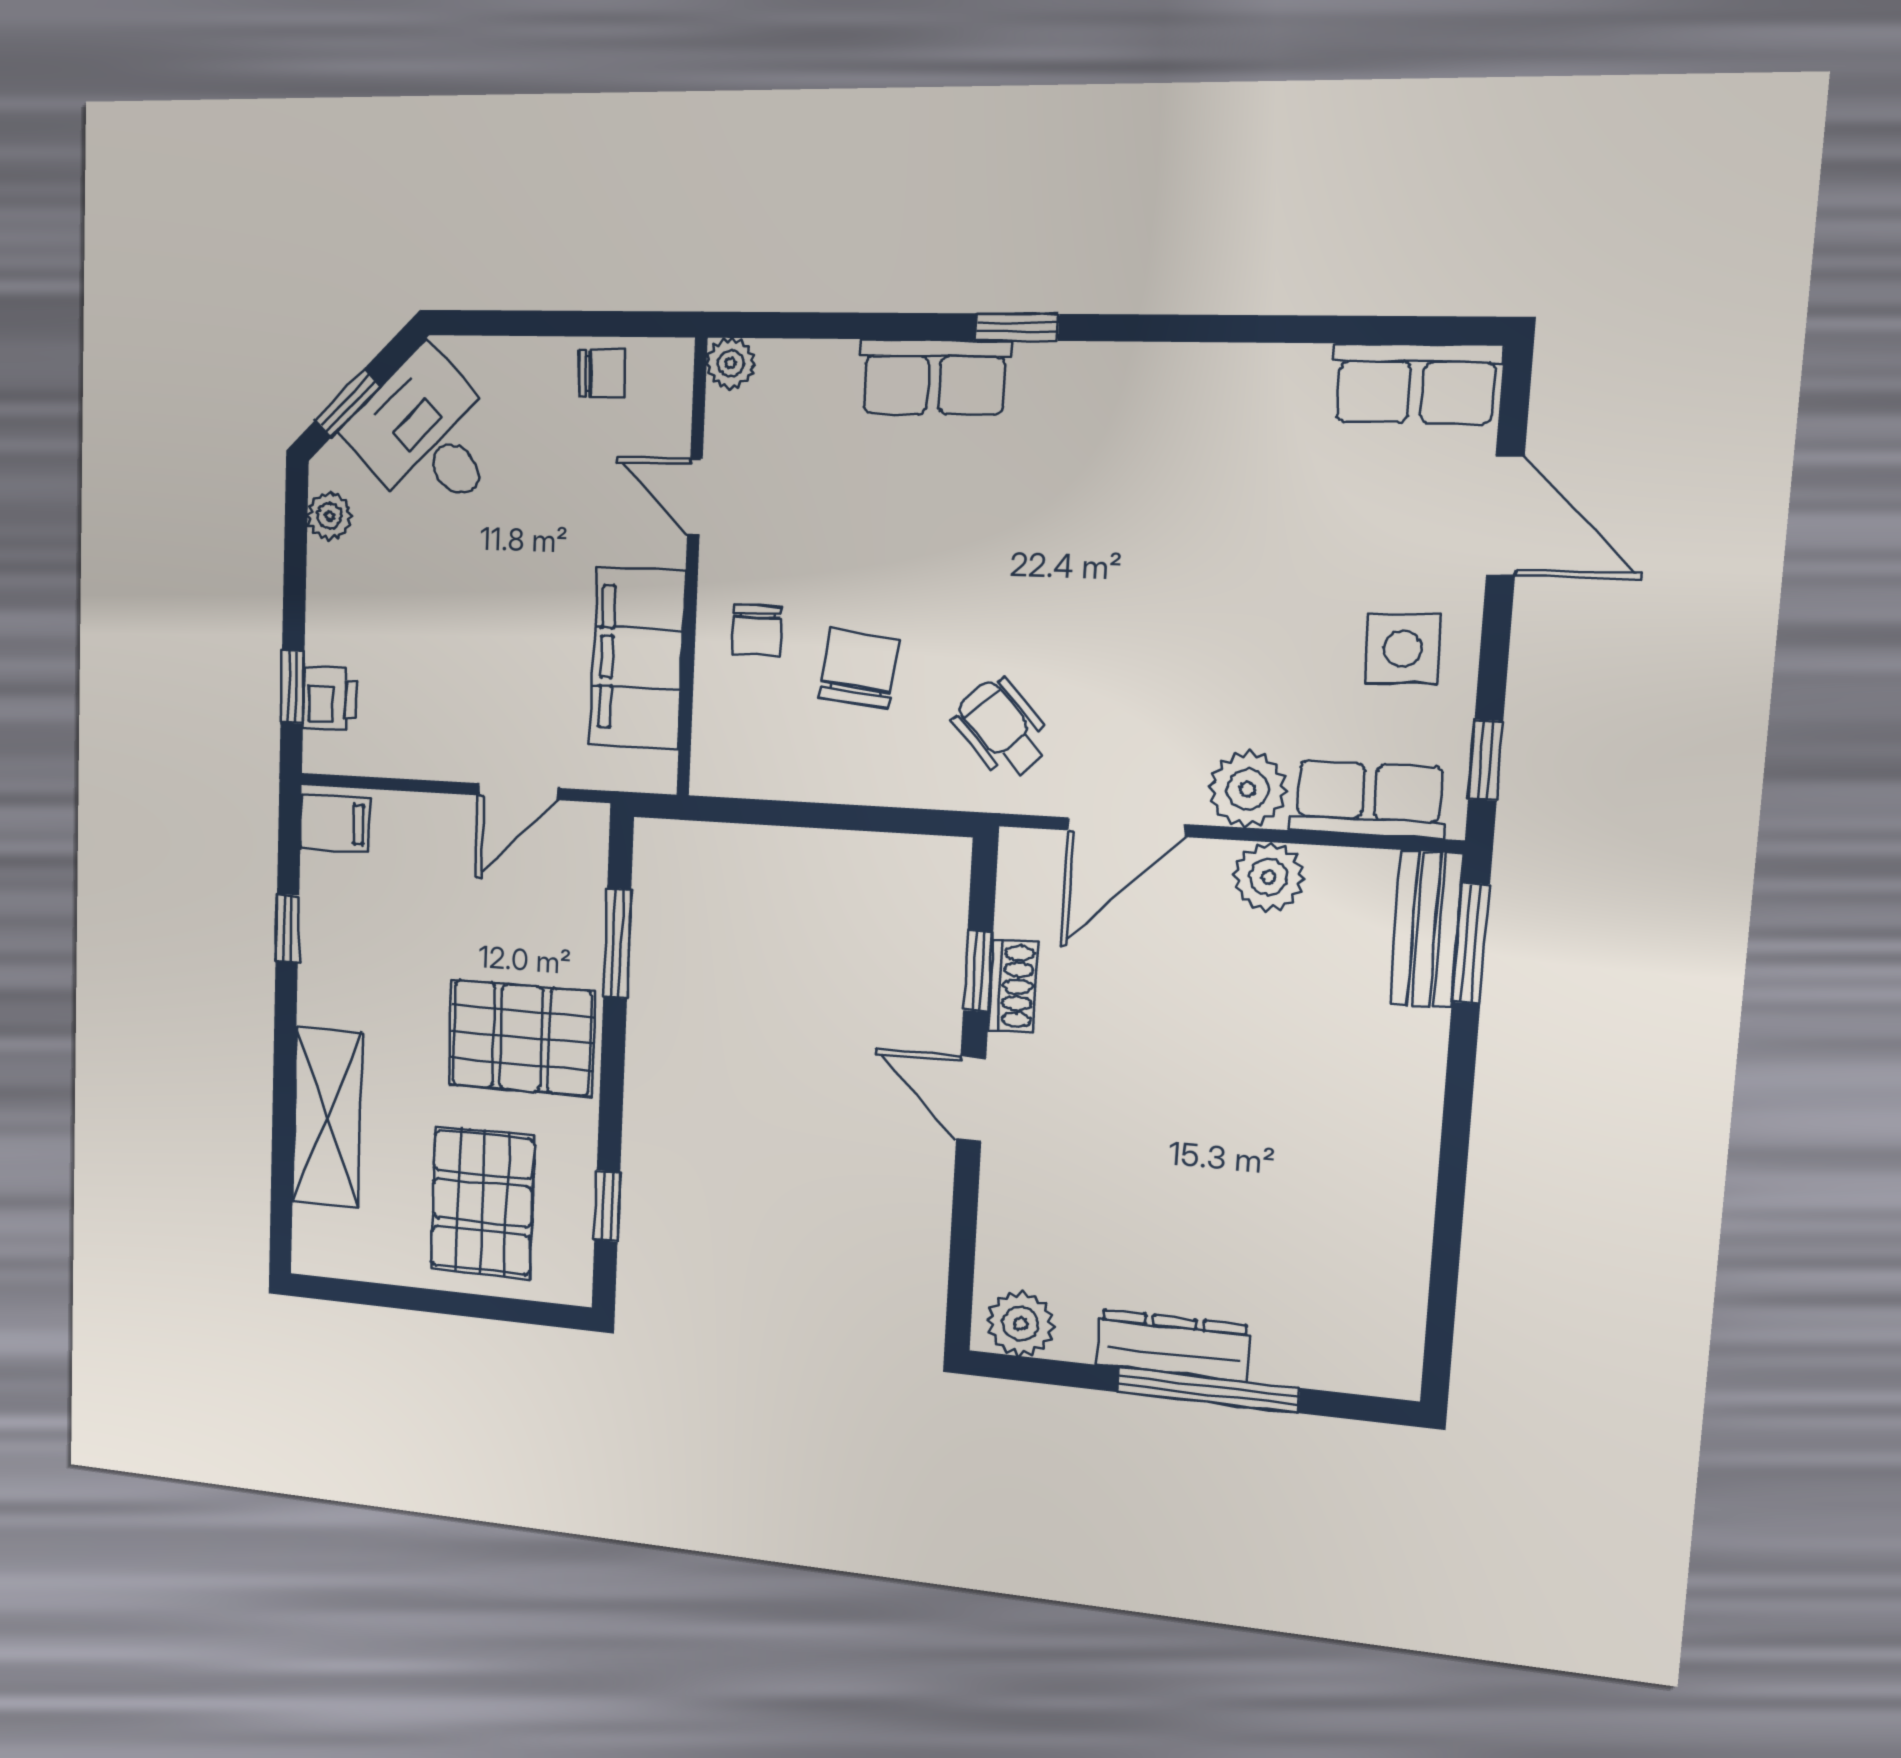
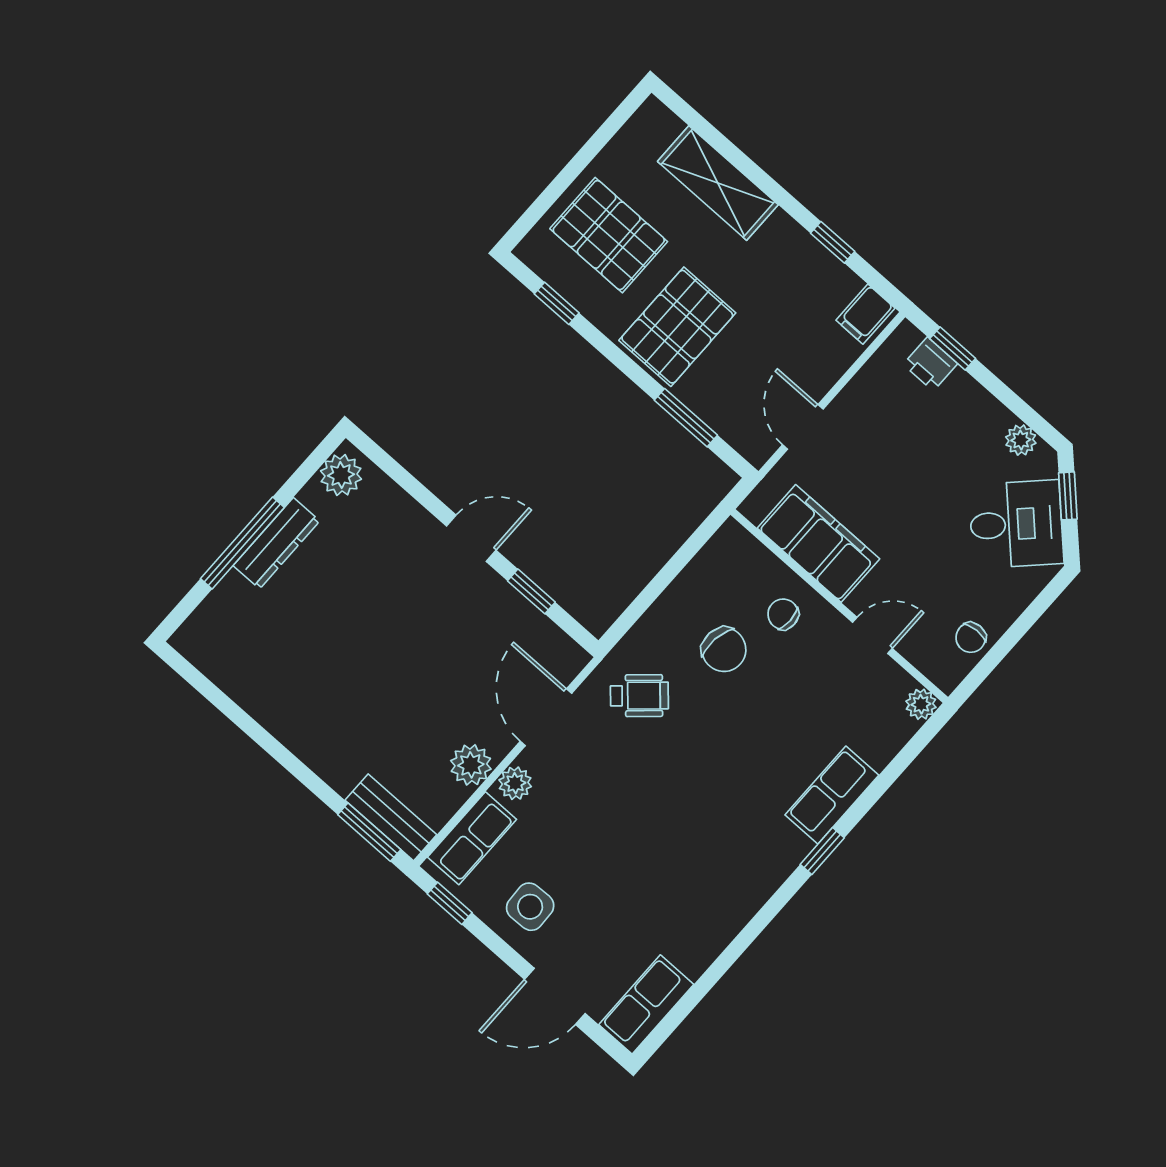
plant: (1248, 789) -> (515, 783), width x0.73, depth x0.73
shoe rack: (1012, 986) -> (511, 603), removed

